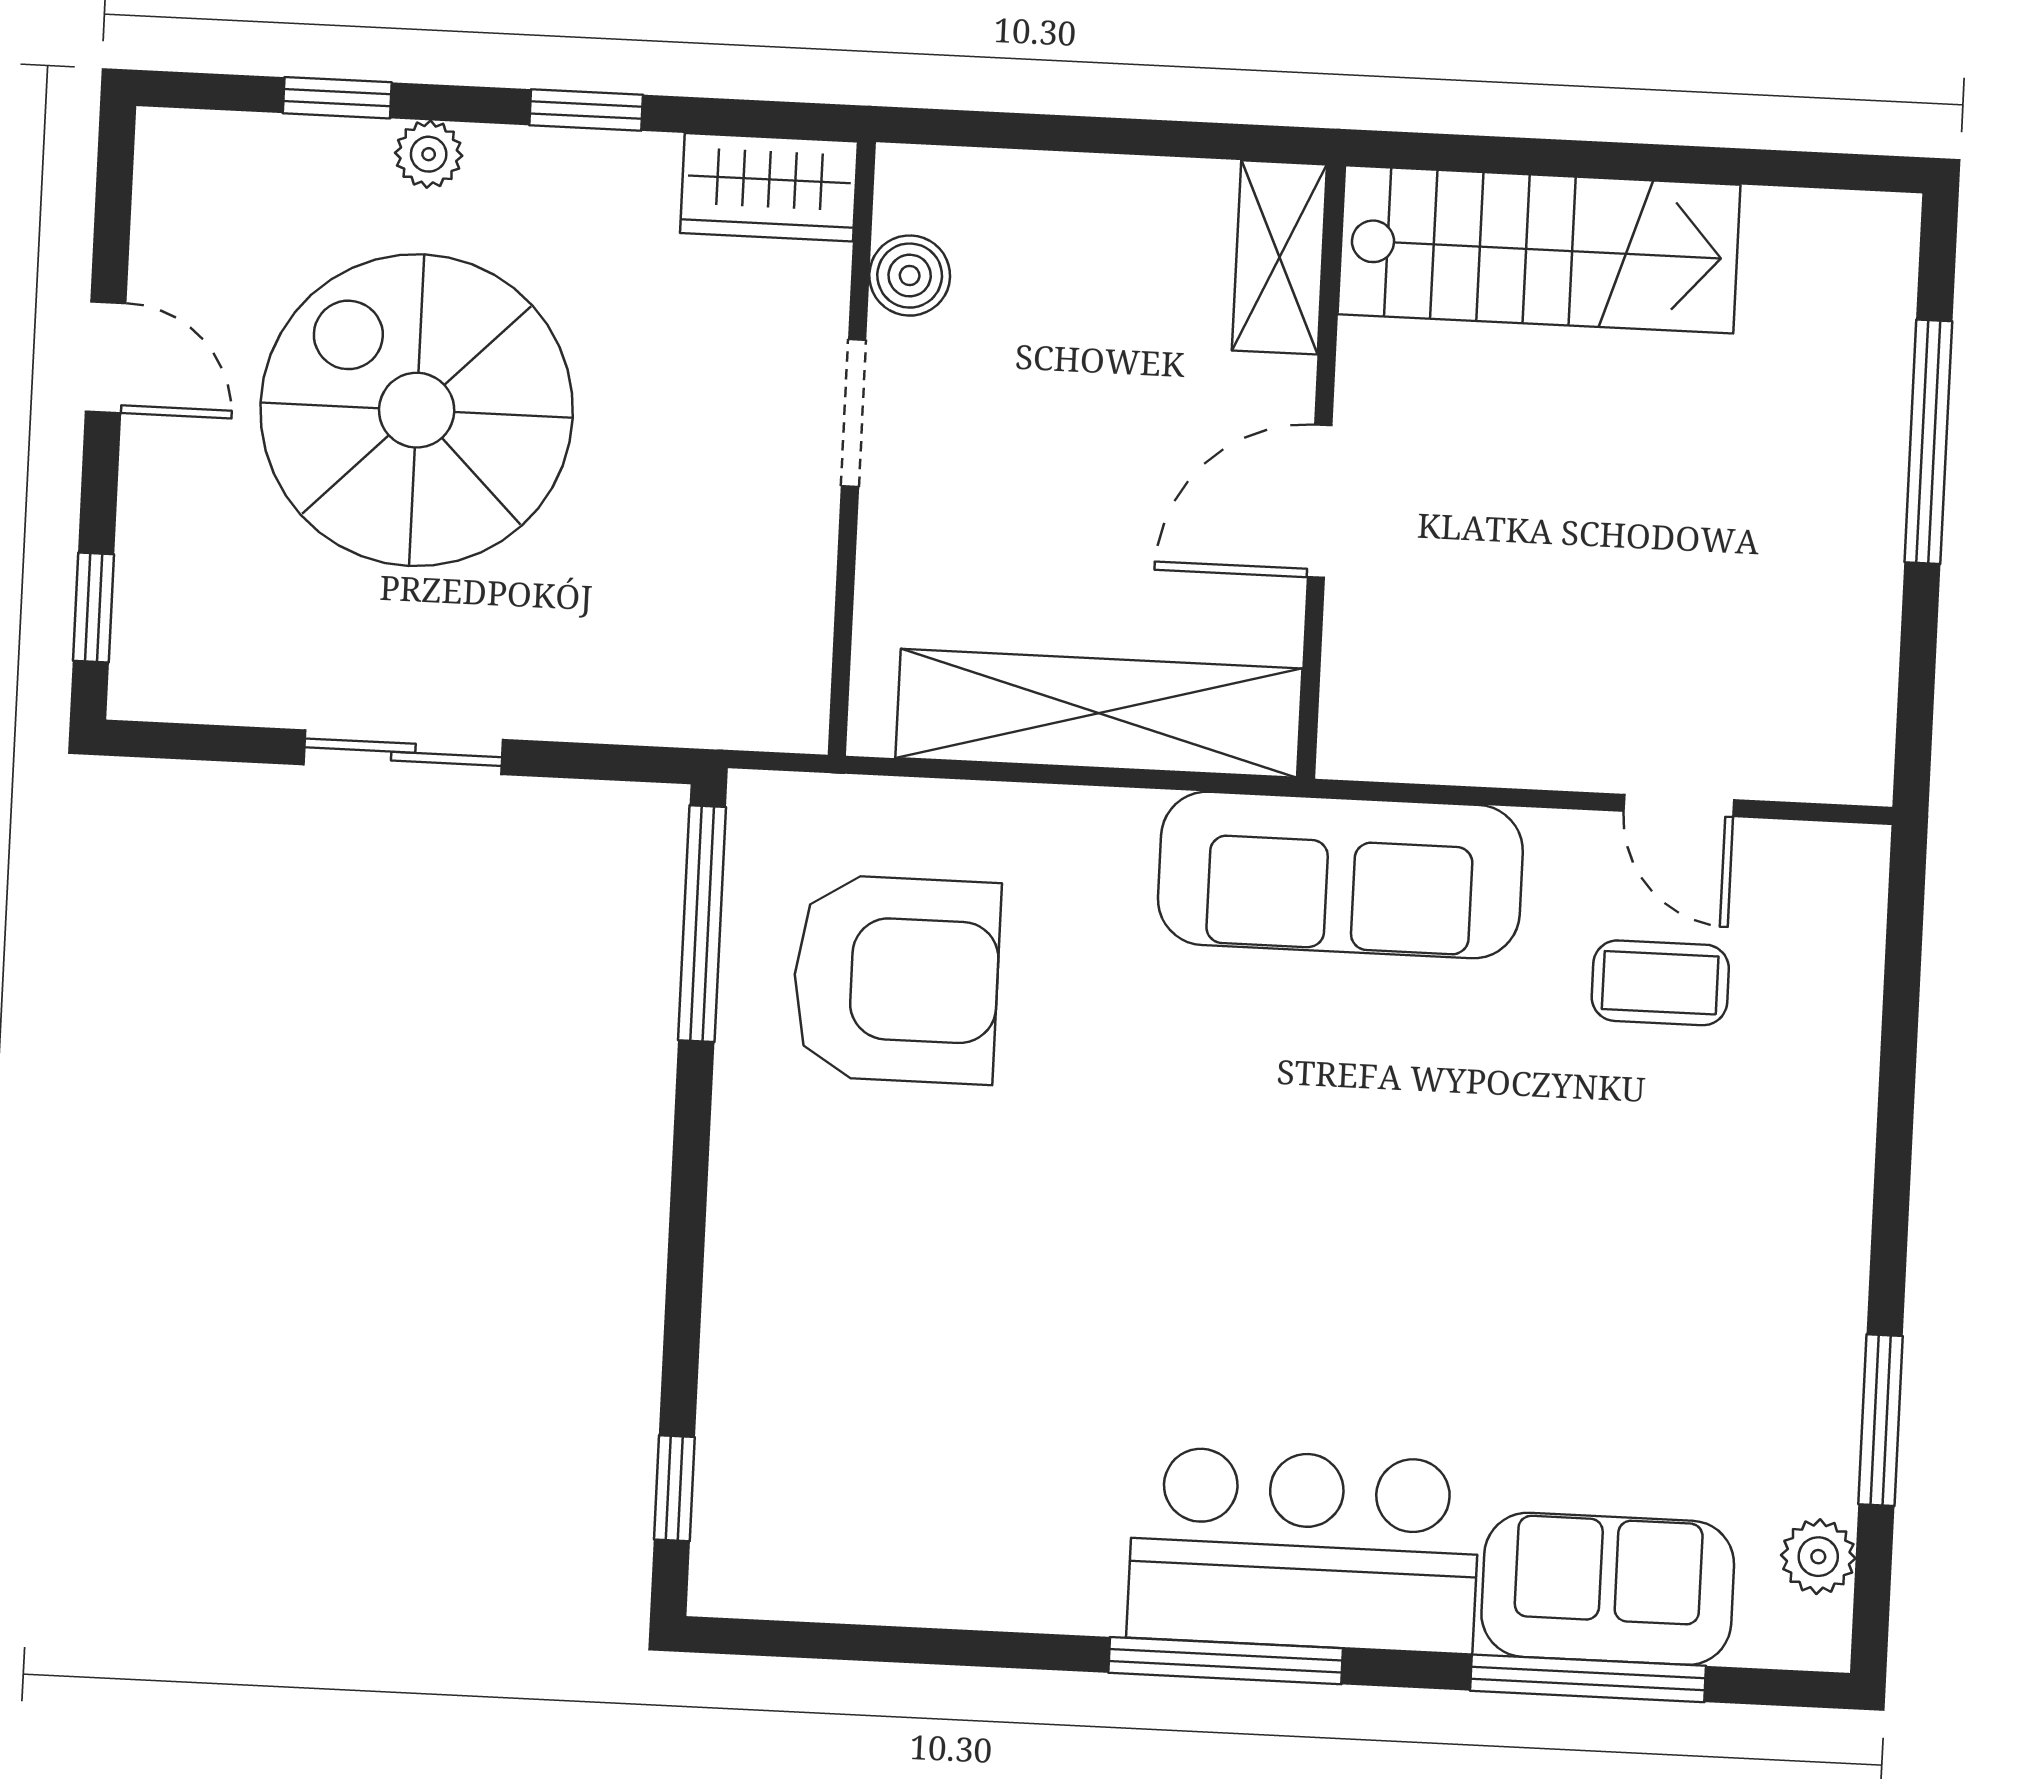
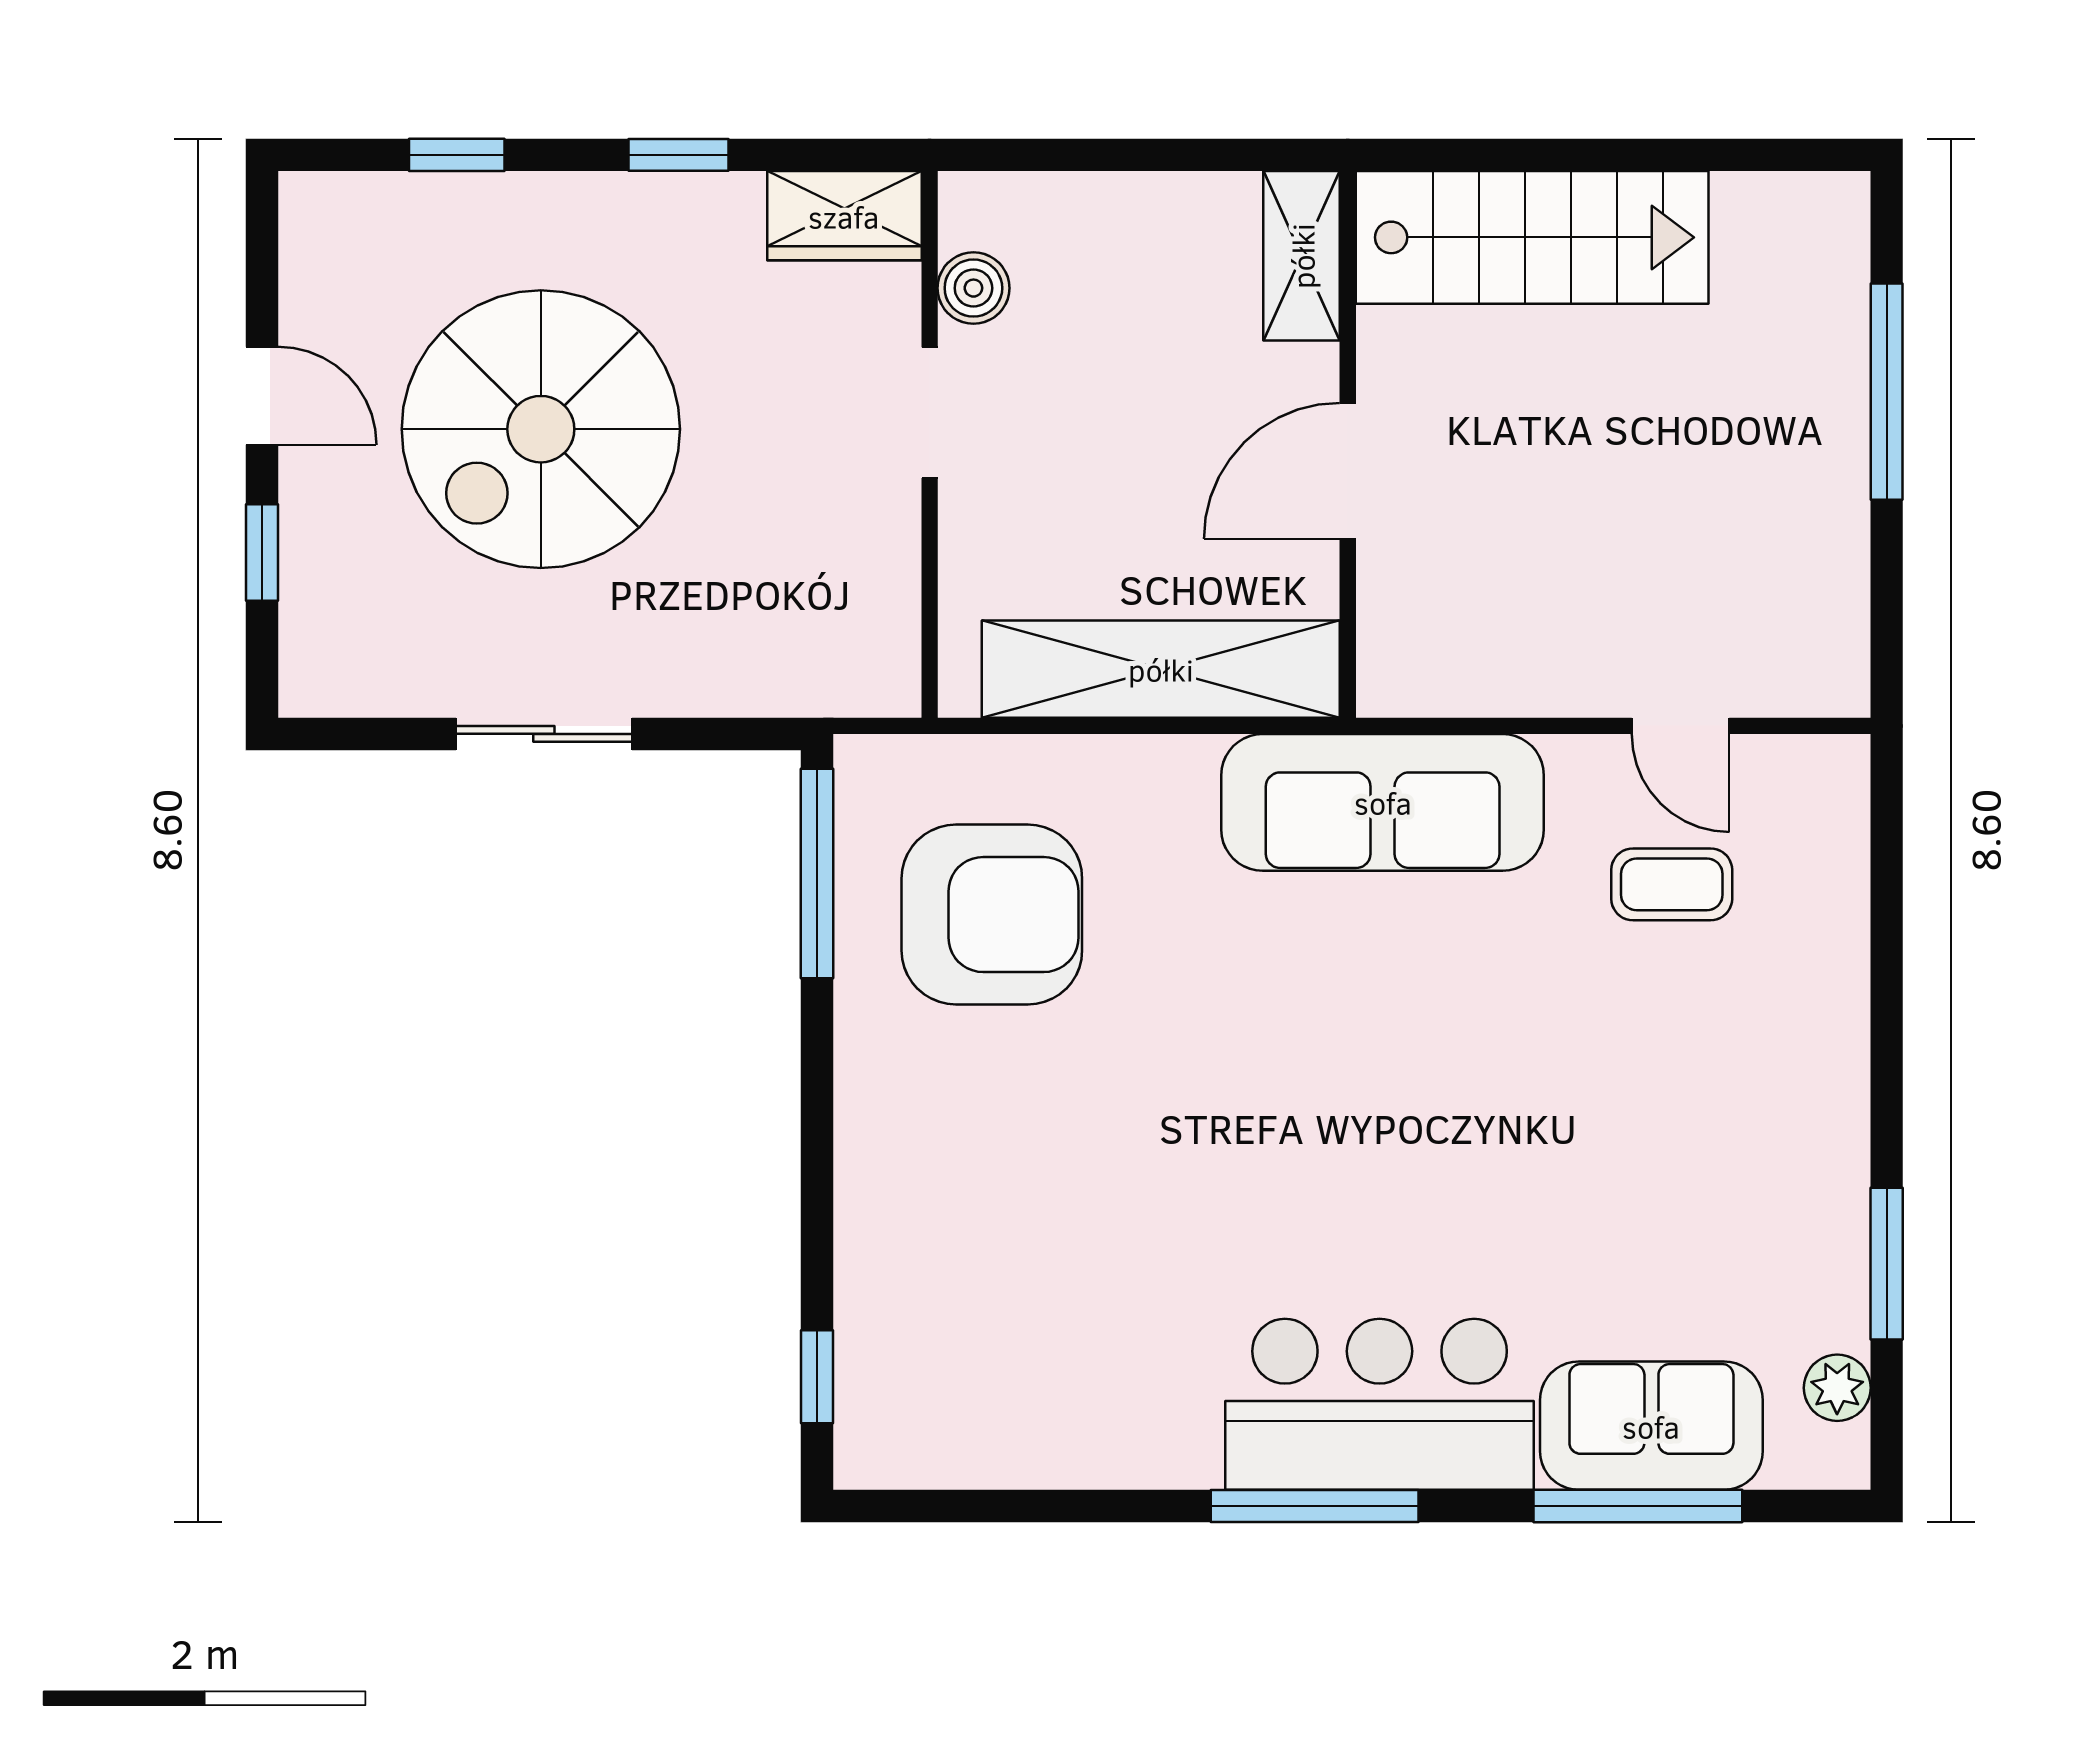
plant: (429, 154) -> (540, 201), removed
spiral stairs: (417, 410) -> (541, 429), turned -90
window: (93, 607) -> (262, 552), moved

